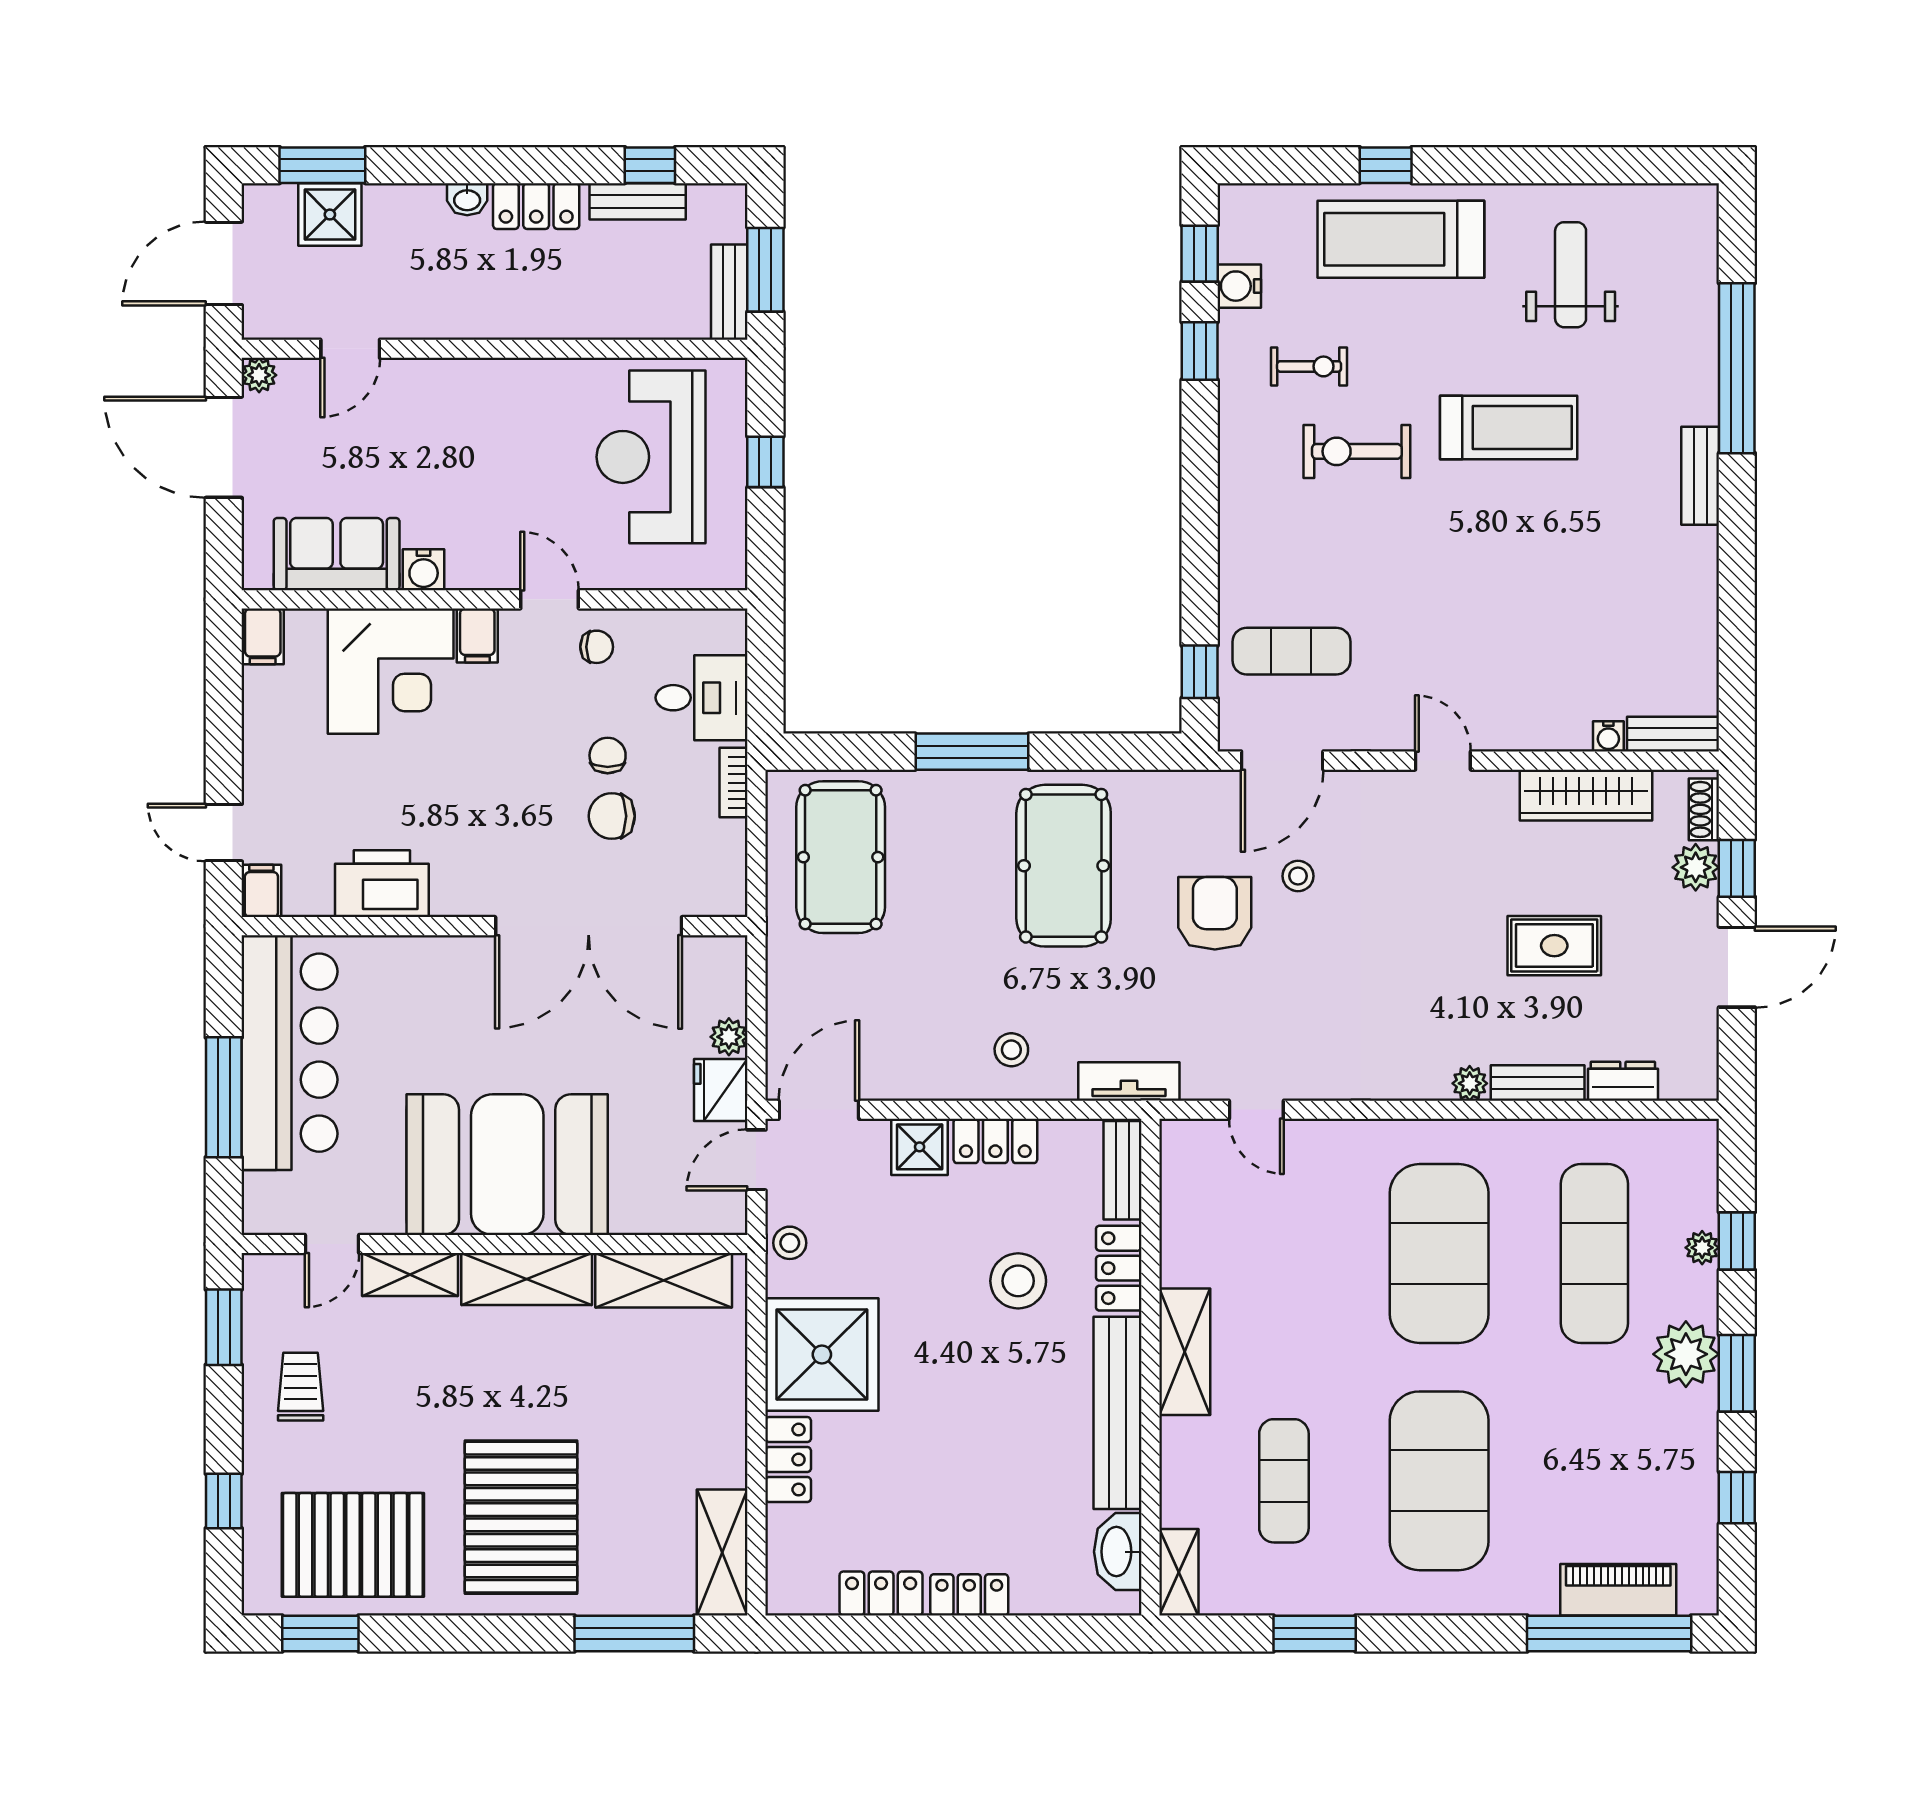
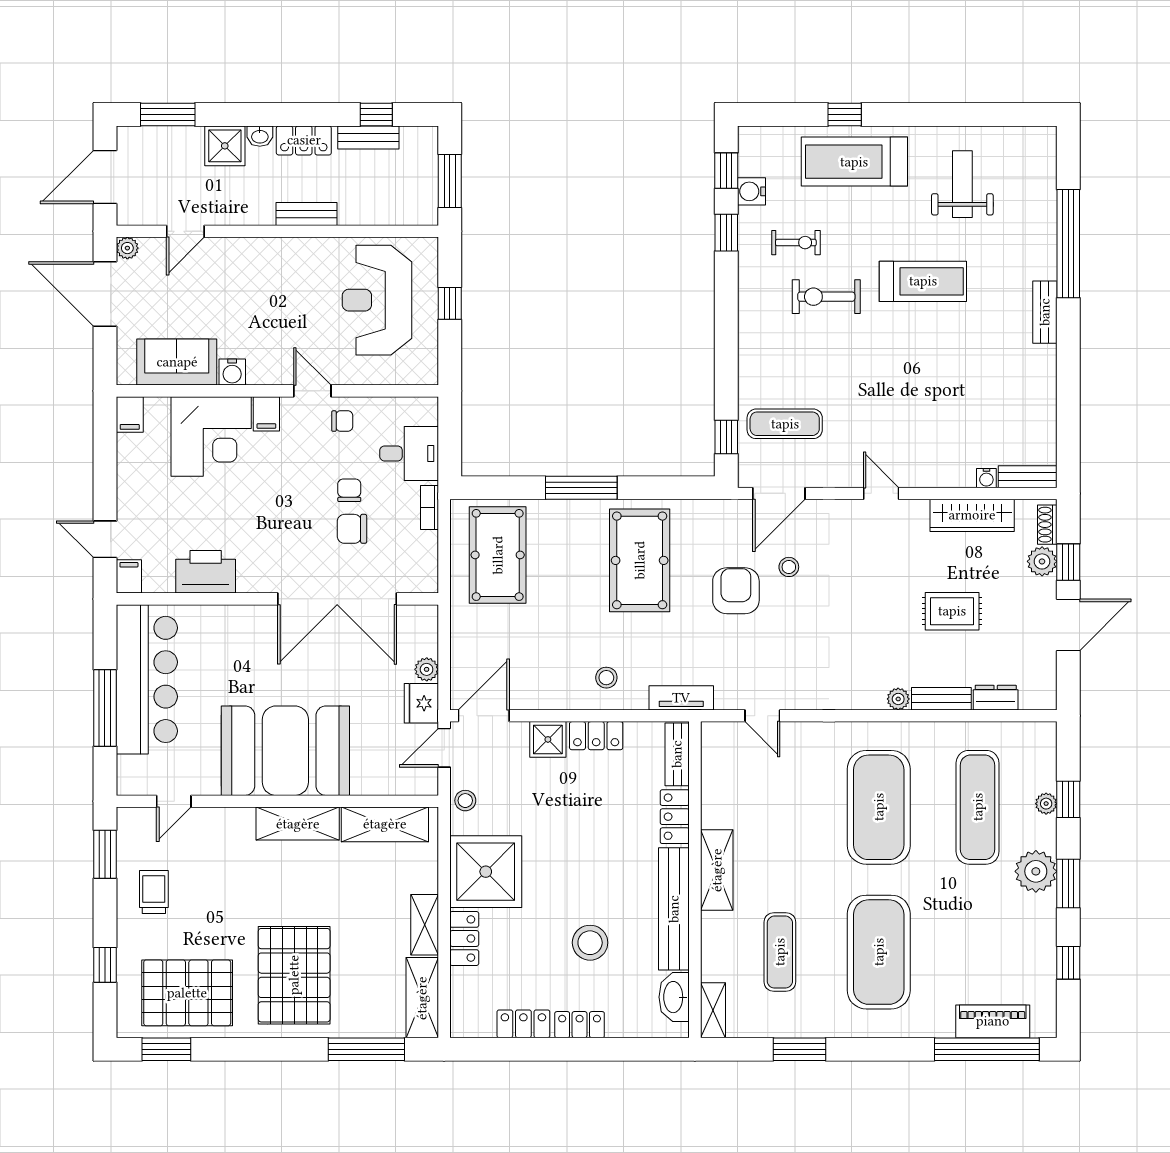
shower: (330, 215) -> (225, 146), moved
bench: (729, 292) -> (307, 214), moved, turned 90
shelving: (410, 1274) -> (425, 925), moved, turned 90
stool: (1018, 1281) -> (590, 943), moved

